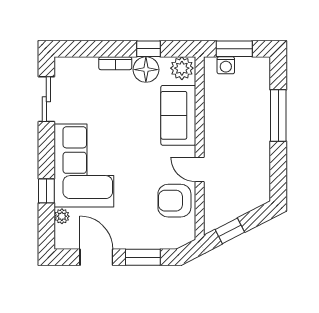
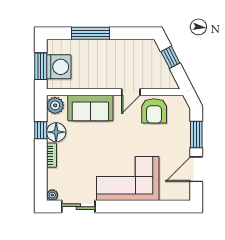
washing machine: (226, 65) -> (59, 67), width x1.89, depth x1.89
window: (46, 191) -> (147, 207), removed
plant: (62, 216) -> (52, 195), moved
window: (230, 231) -> (170, 57), moved

